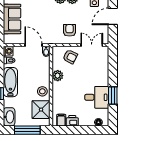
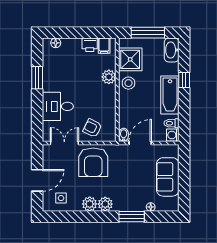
armchair: (70, 30) -> (93, 162), width x1.88, depth x1.88
door: (33, 45) -> (140, 143), swing flipped
double door: (92, 45) -> (64, 143), swing flipped
plant: (58, 76) -> (109, 77), moved
desk: (97, 97) -> (58, 106), moved

